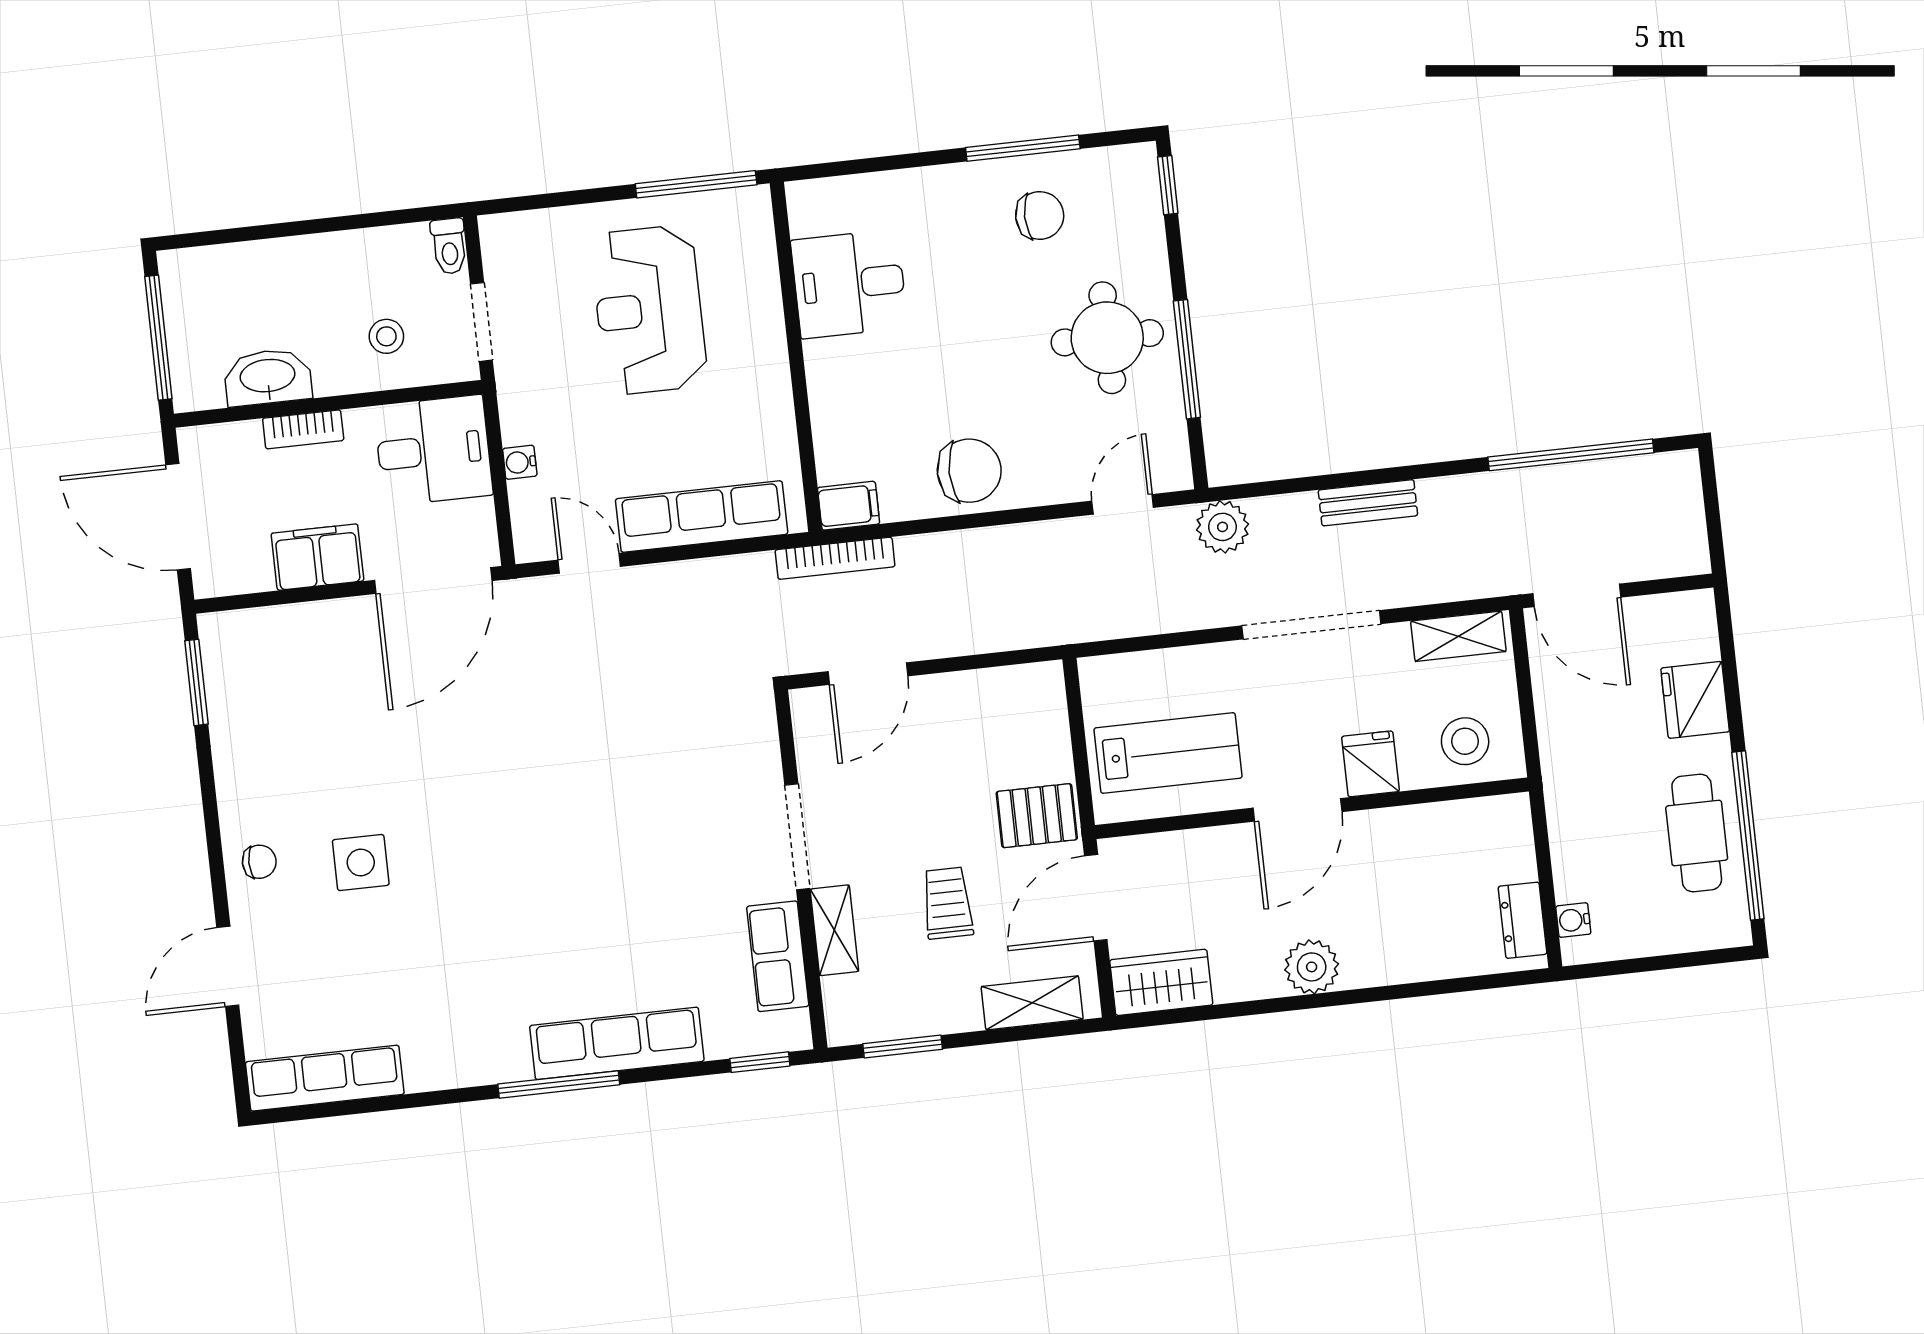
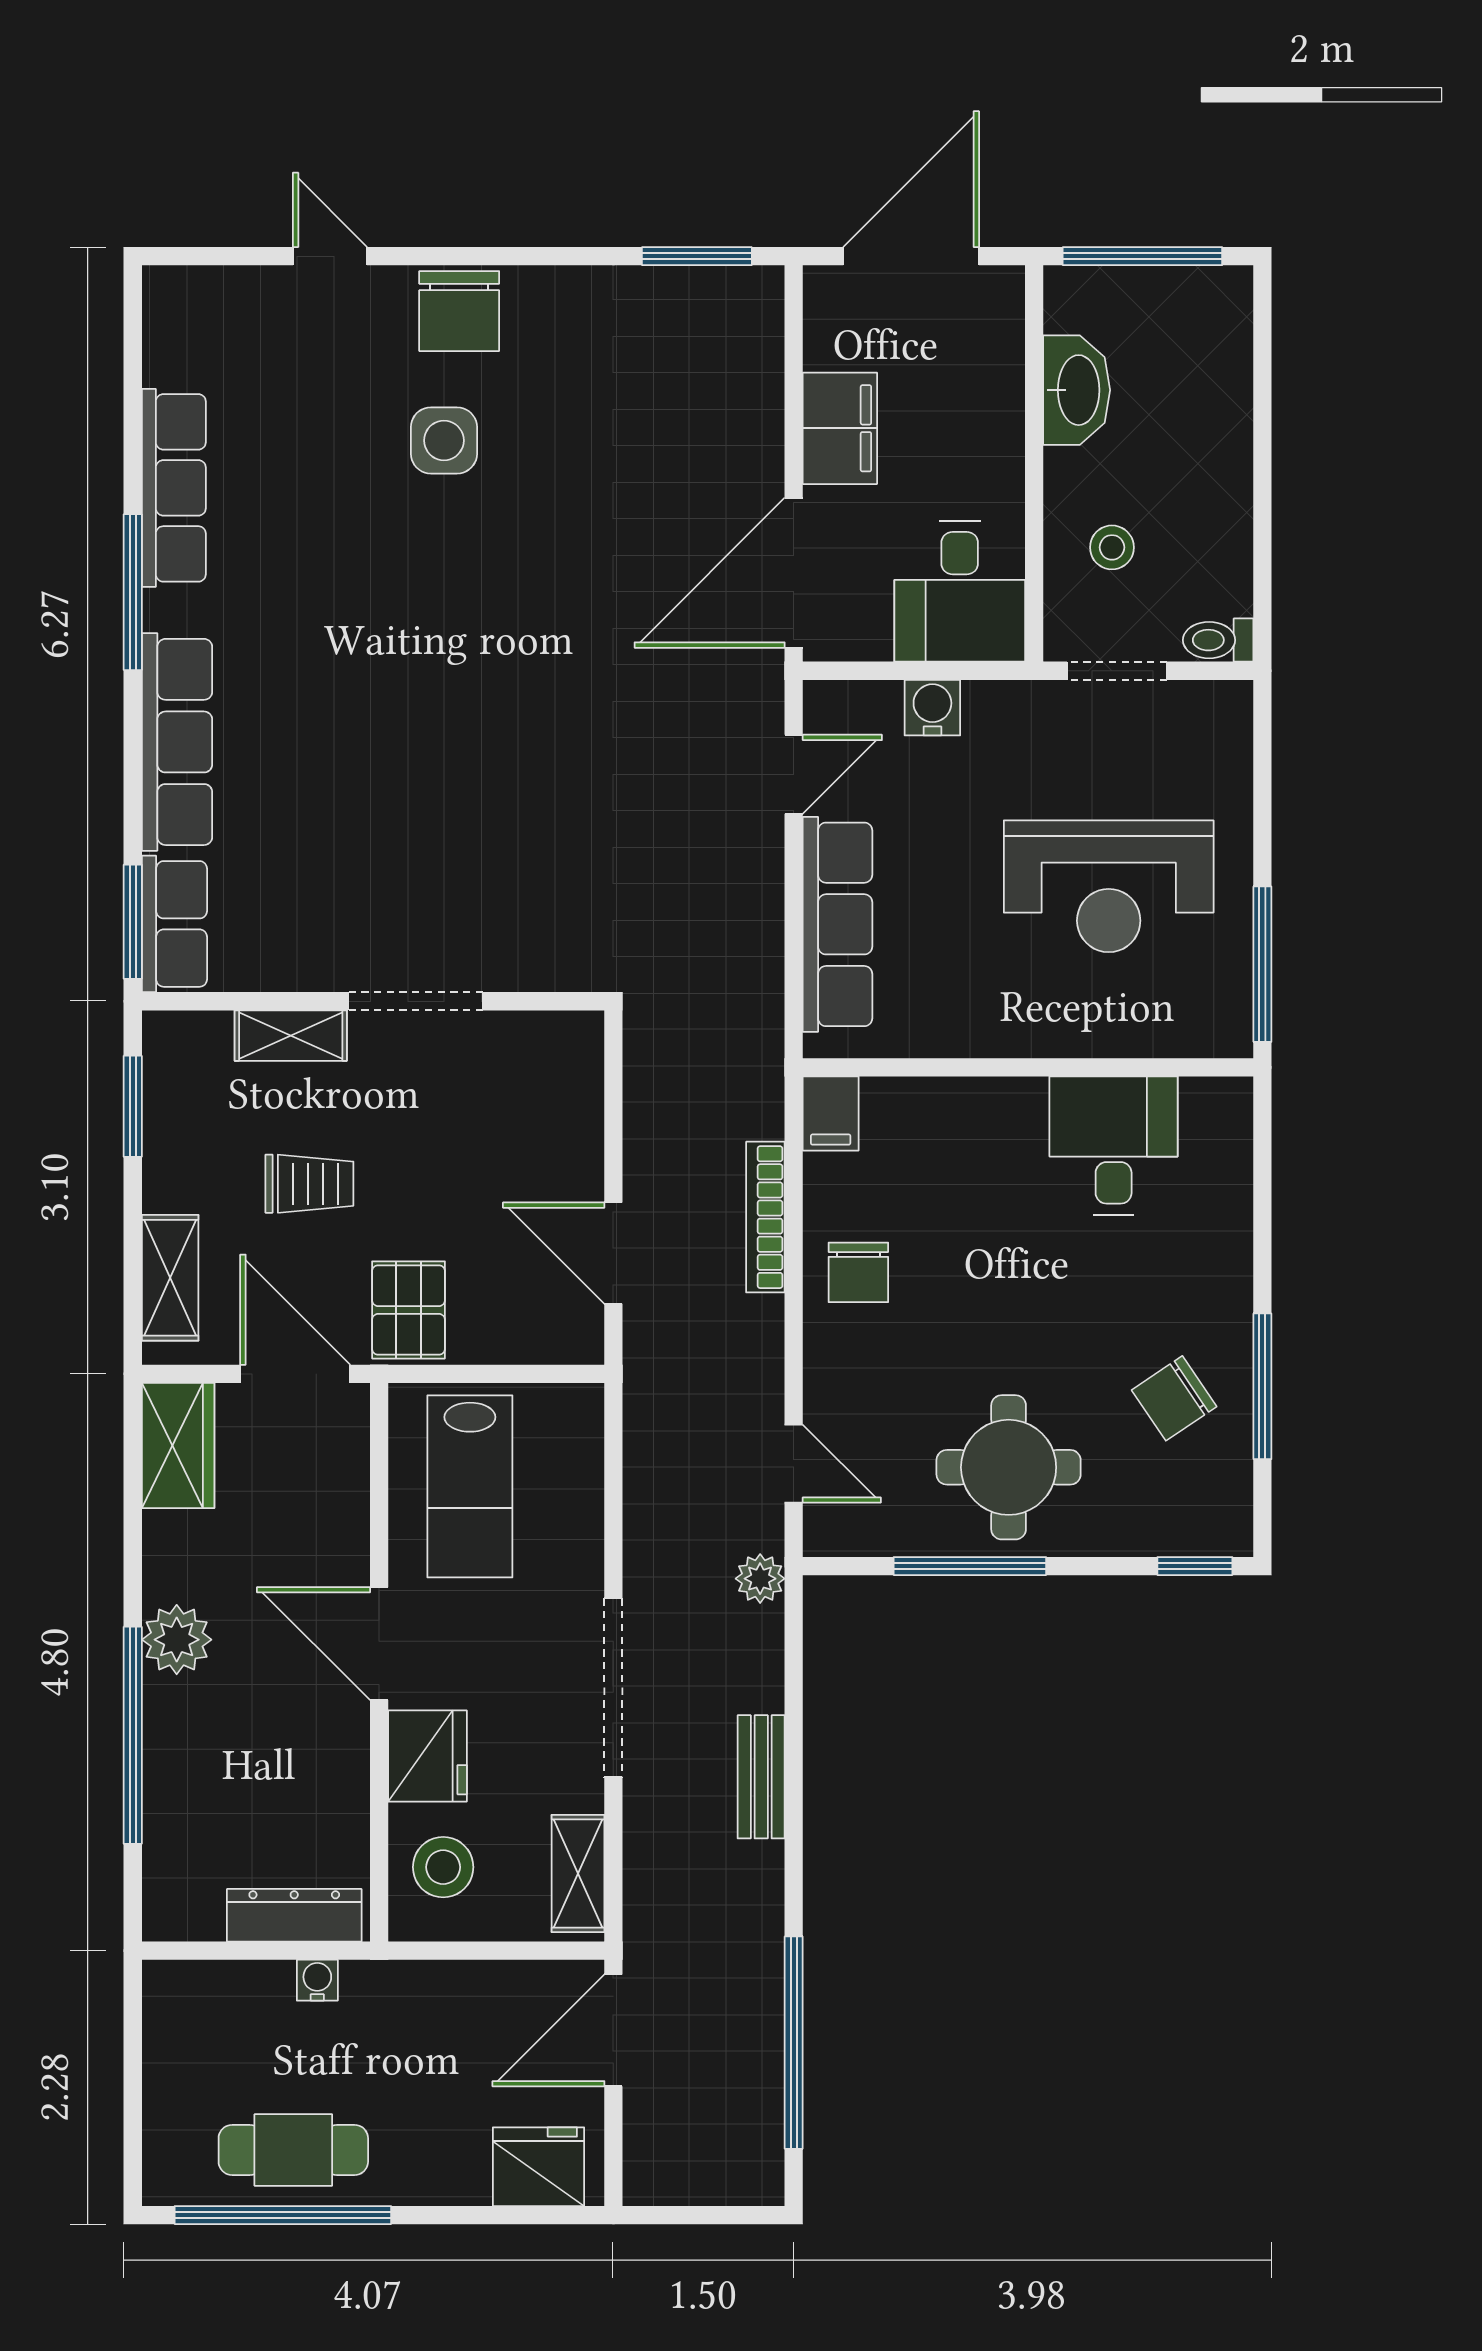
chair: (1040, 215) -> (1174, 1398), turned 56
reception desk: (649, 310) -> (1109, 886), turned 180
bookcase: (303, 429) -> (1005, 428), removed
water cooler: (520, 462) -> (932, 708), width x1.38, depth x1.38
chair: (969, 471) -> (858, 1272), width x0.73, depth x0.73
plant: (1223, 527) -> (760, 1579), width x0.73, depth x0.73
bookcase: (835, 558) -> (765, 1217), moved
door: (433, 580) -> (794, 573), hinge flipped
door: (868, 674) -> (613, 1253), moved
fridge: (1695, 700) -> (539, 2167), moved
fridge: (1370, 764) -> (427, 1756), width x1.38
chair: (259, 862) -> (459, 311), width x1.87, depth x1.87
dresser: (1523, 920) -> (294, 1915), moved, width x1.44
water cooler: (1573, 920) -> (317, 1980), moved
row of seats: (778, 956) -> (174, 924), moved, turned 90
door: (228, 966) -> (330, 256), width x0.73
window: (1390, 993) -> (133, 1735), added
window: (760, 1062) -> (133, 922), width x1.50
row of seats: (325, 1078) -> (174, 488), moved
window: (559, 1084) -> (133, 592), moved

